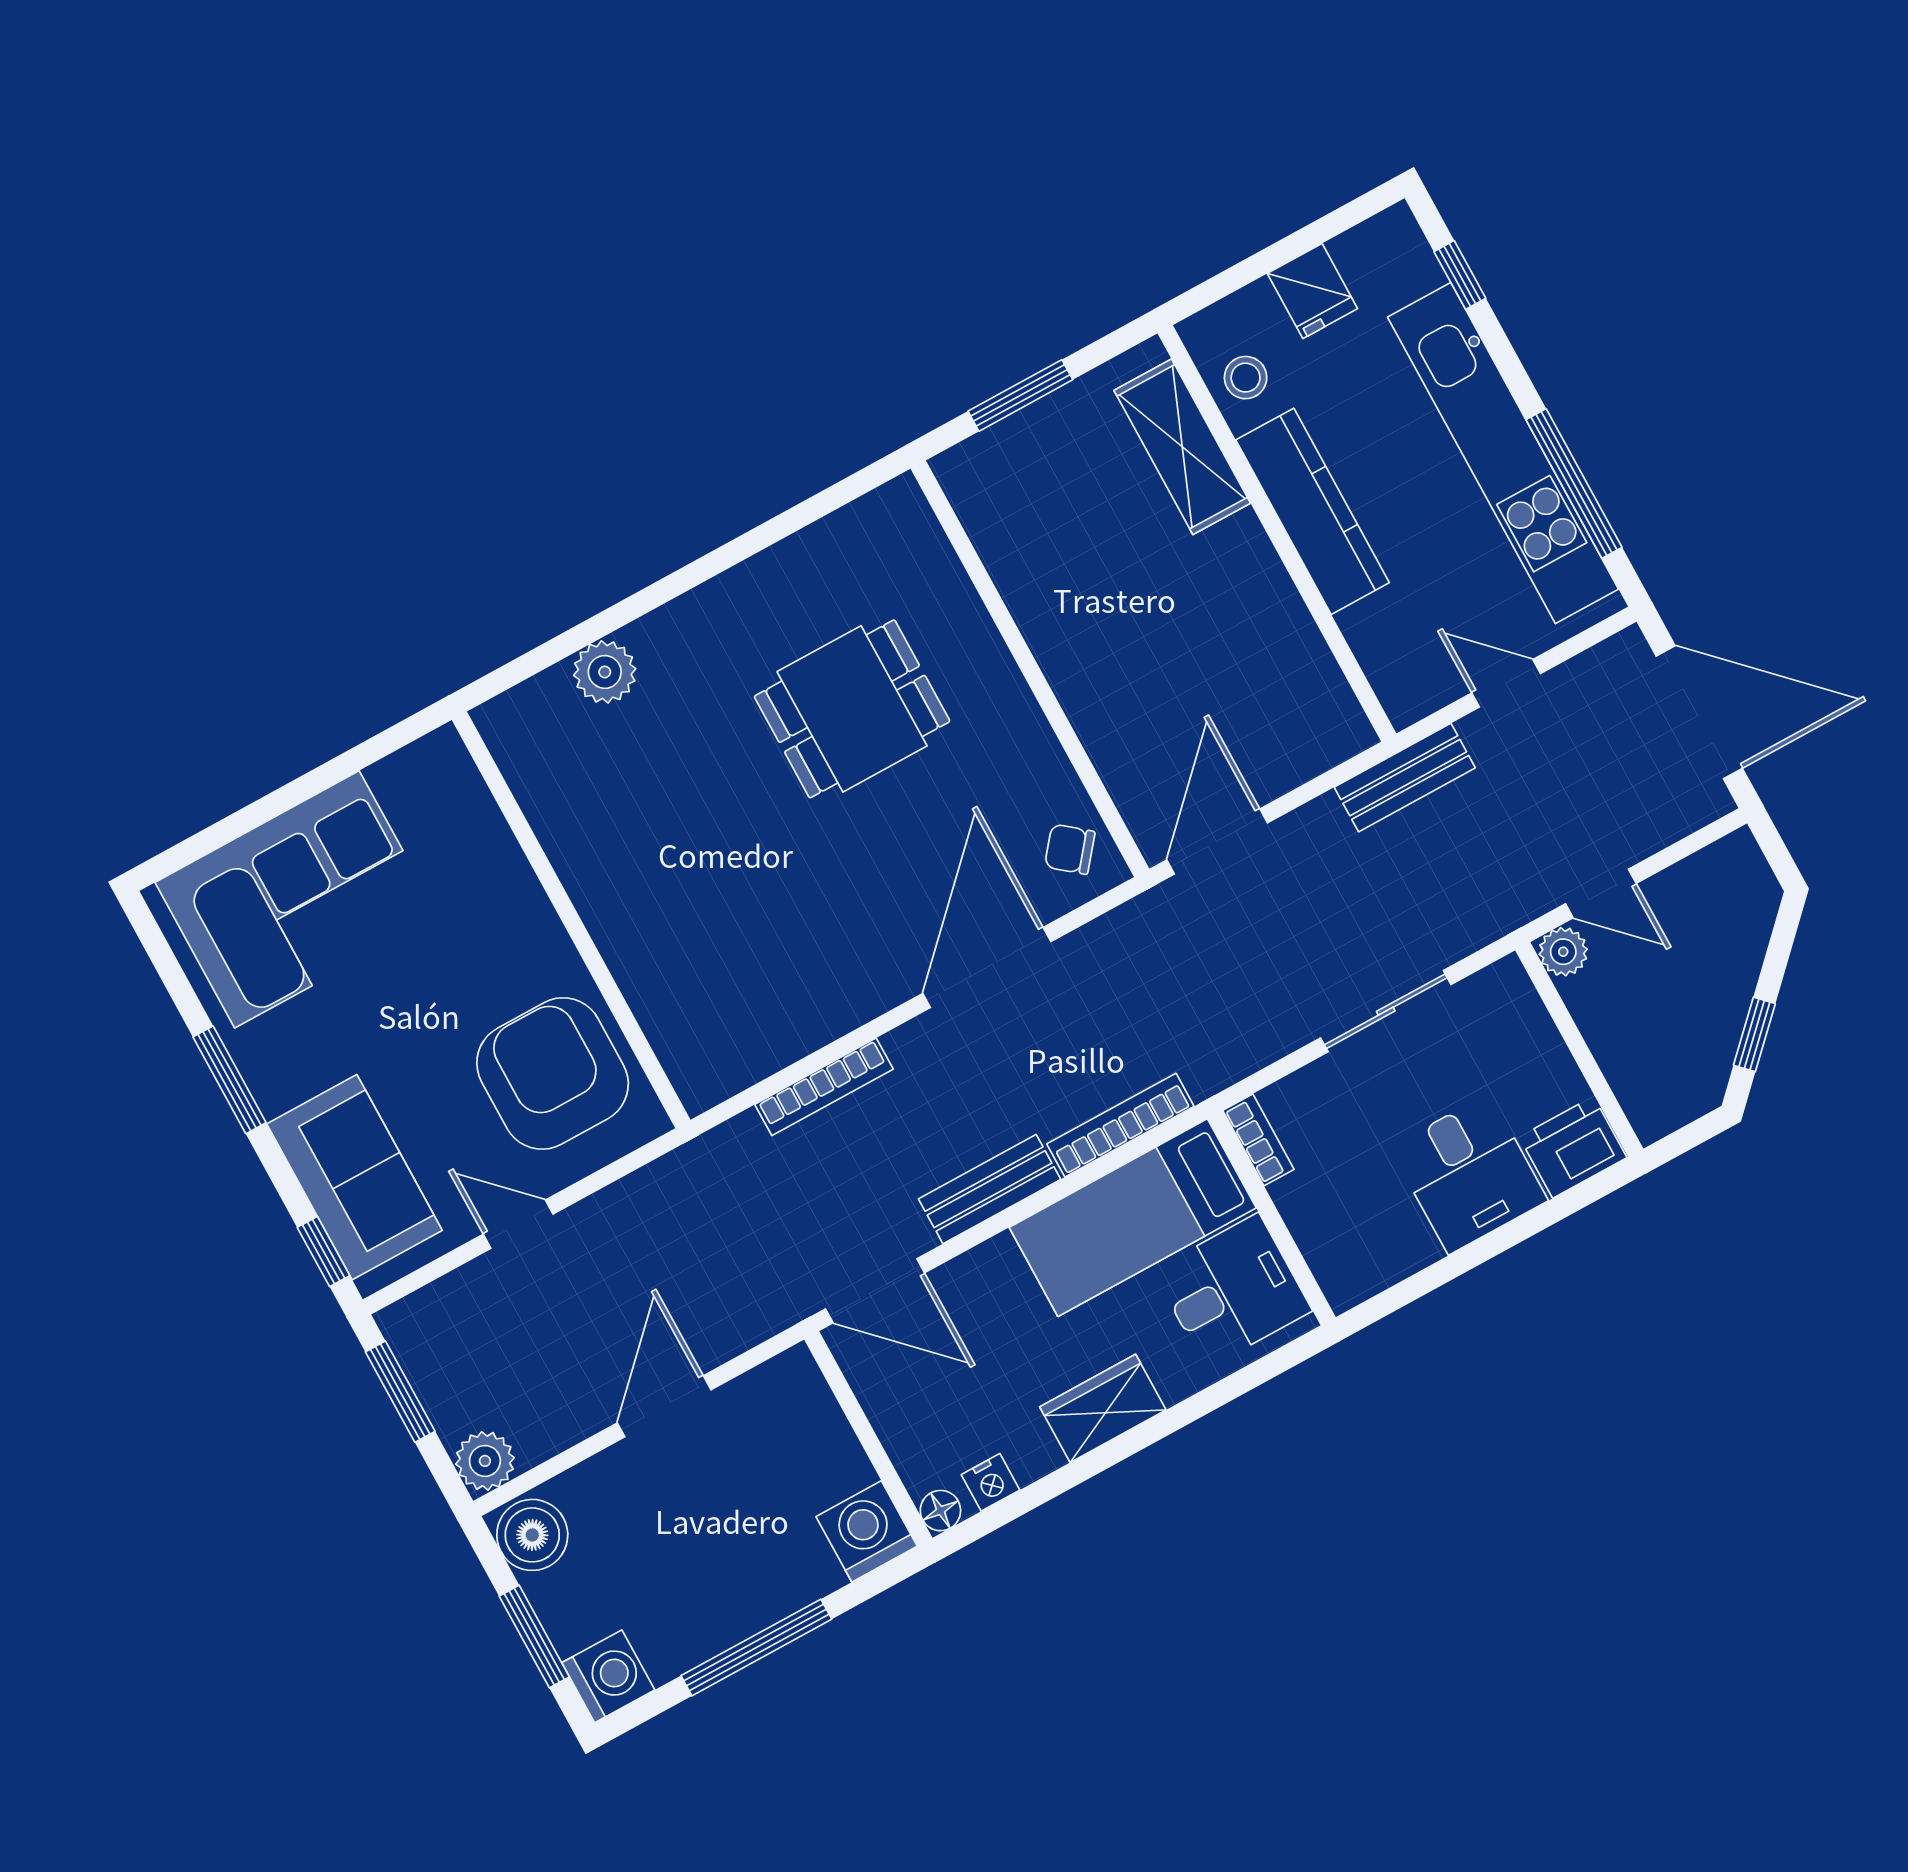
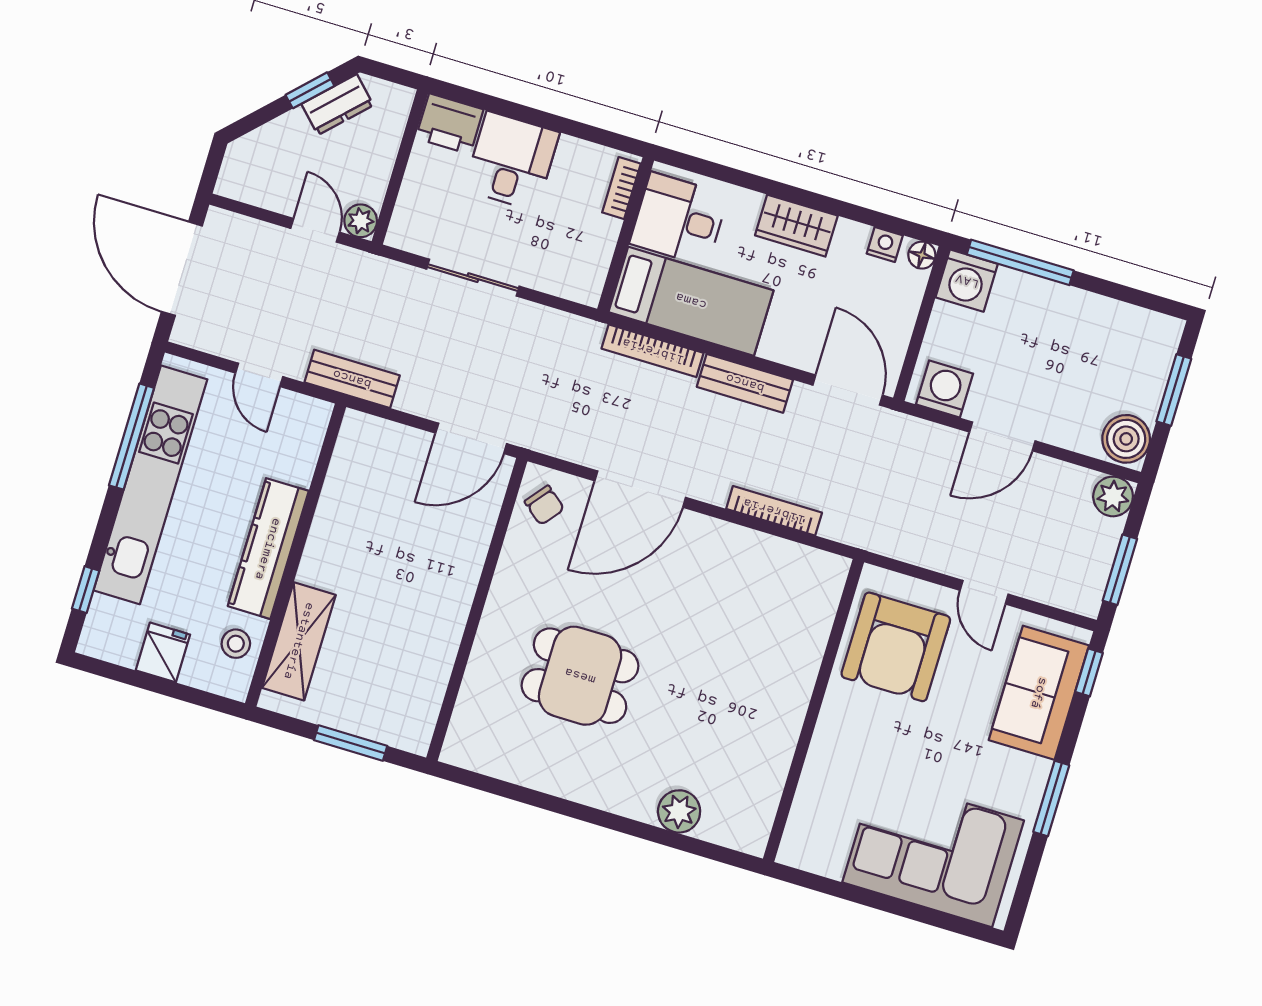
dresser: (1711, 1048) -> (337, 105), added
bookcase: (1258, 1140) -> (621, 188), moved
window: (756, 1647) -> (1020, 262), moved
washing machine: (608, 1676) -> (945, 389), moved, turned 90

